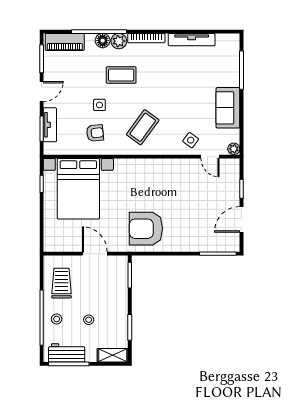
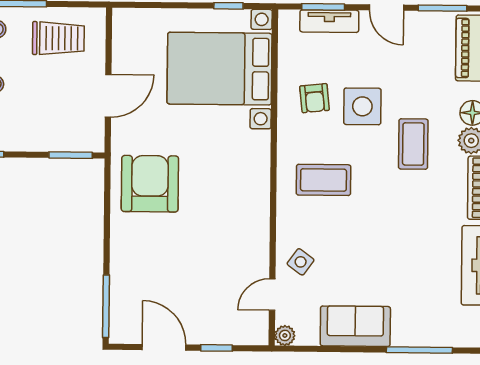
side table: (99, 105) -> (362, 106), width x1.87, depth x1.87
coffee table: (143, 127) -> (324, 180), turned -36

